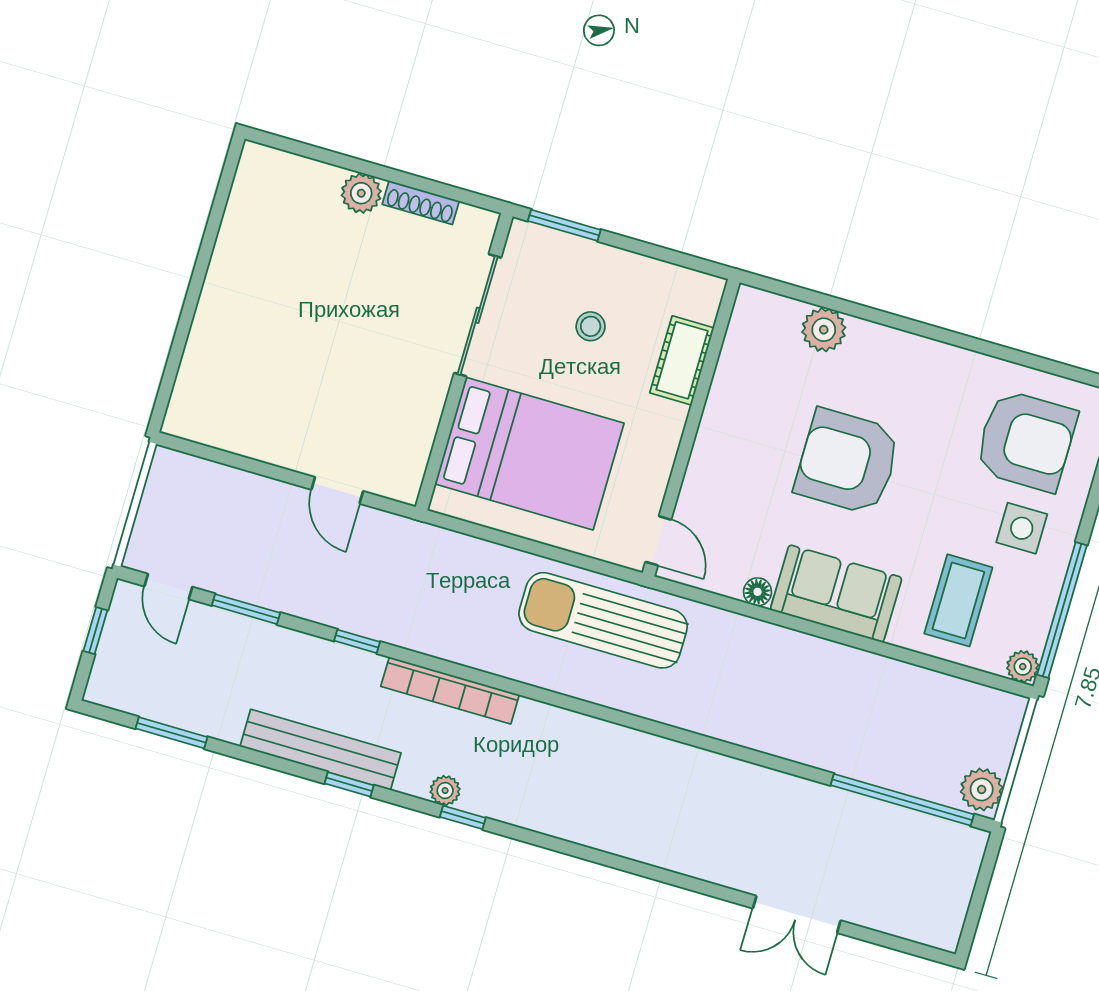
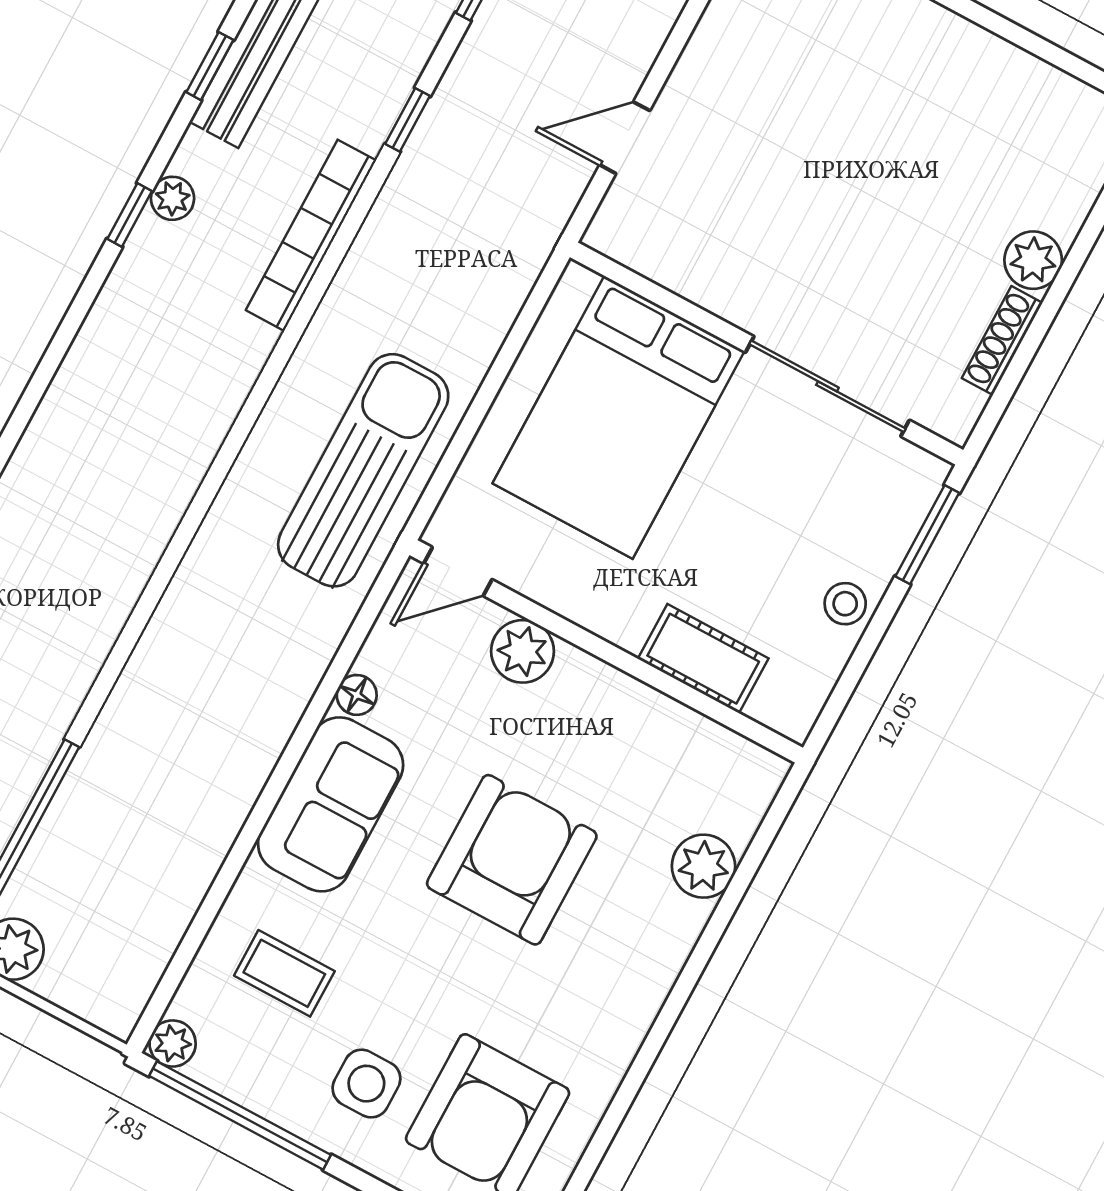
stool: (591, 326) -> (845, 604), moved
plant: (703, 485) -> (523, 651), added
coffee table: (958, 600) -> (284, 973), width x0.73, depth x0.77

